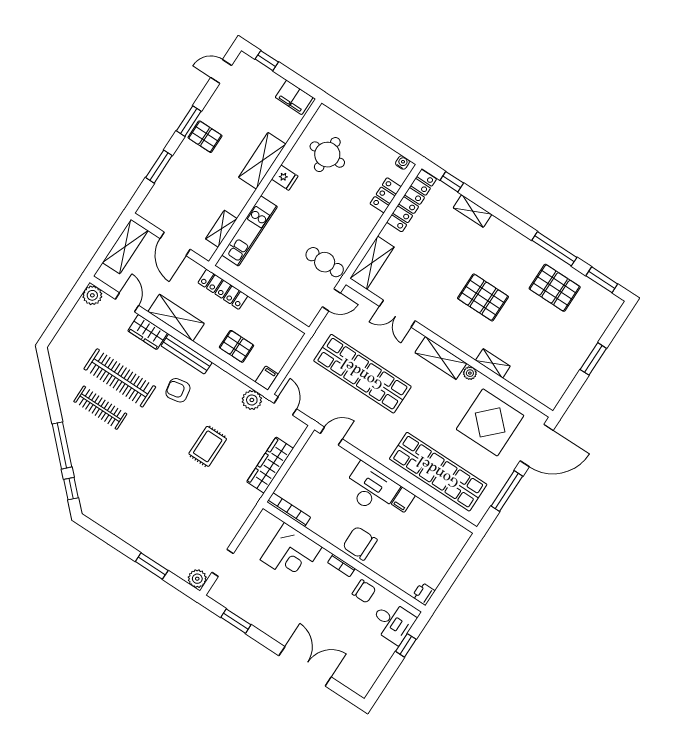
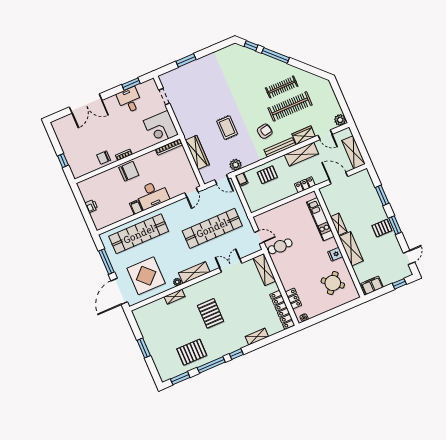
round table: (327, 155) -> (333, 283), turned 38
window: (452, 182) -> (236, 354), moved
shelving: (221, 229) -> (339, 224), moved
locker: (223, 289) -> (305, 185), width x0.66
pallet: (483, 297) -> (211, 313), turned 90
door: (331, 300) -> (259, 237), swing flipped
corner desk: (291, 553) -> (161, 128), moved, turned -90
plant: (197, 579) -> (165, 79), removed
printer: (423, 594) -> (91, 206), moved
desk: (393, 622) -> (130, 100), moved, turned 90

